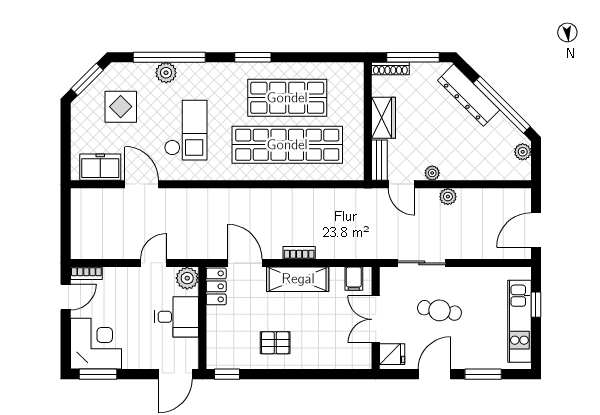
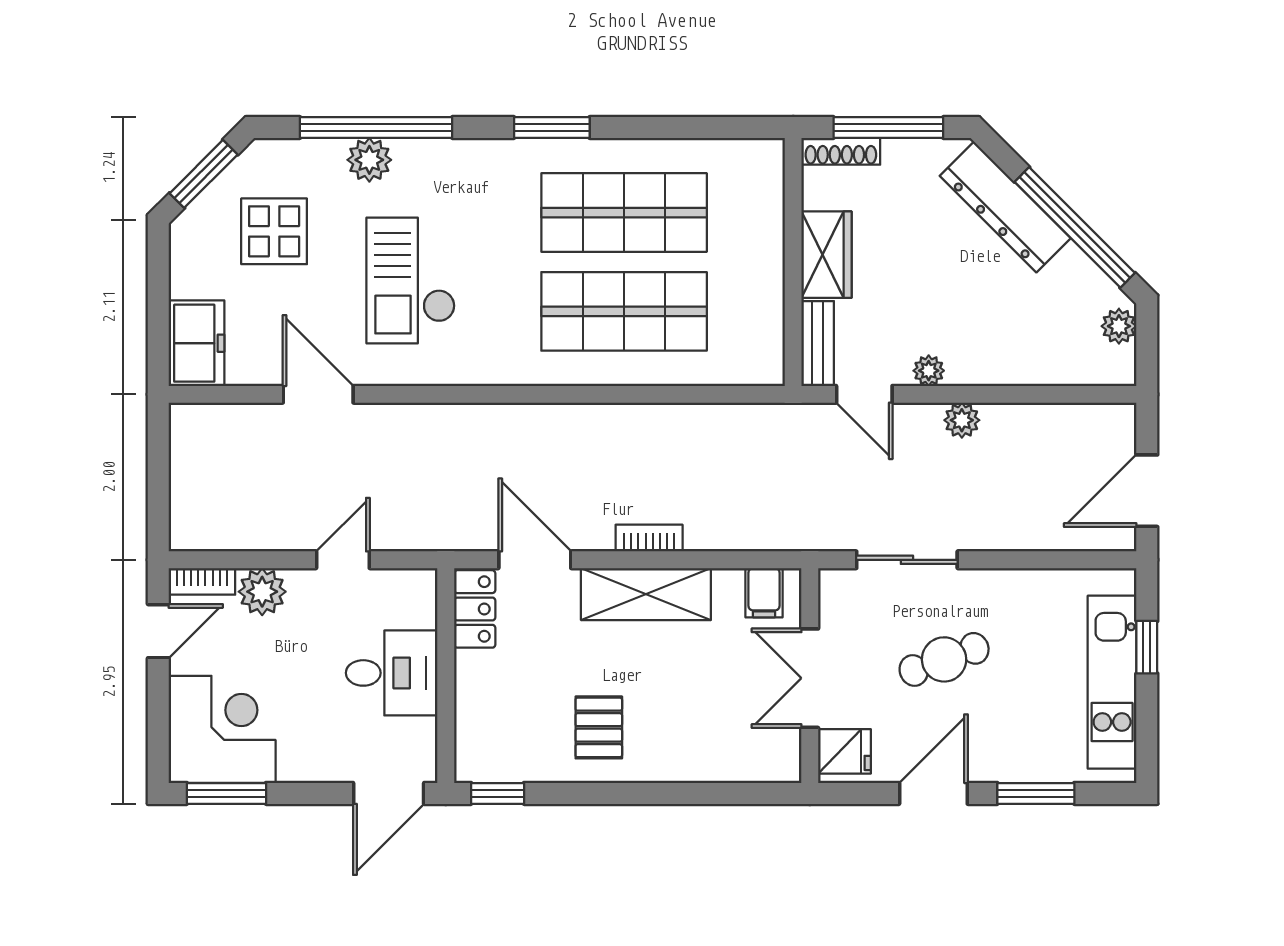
checkout: (186, 130) -> (411, 281), turned 180
shop shelf: (287, 145) -> (624, 311), width x0.71
freezer: (100, 167) -> (196, 343), moved, turned 90
plant: (187, 278) -> (262, 592), moved
cafe table: (439, 310) -> (944, 659), turned -30
pallet: (275, 343) -> (599, 727), turned 90

